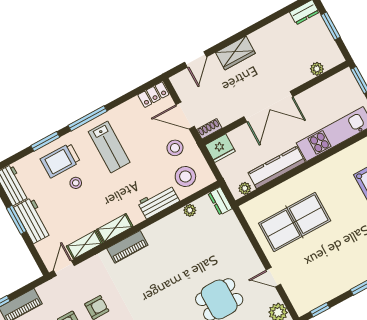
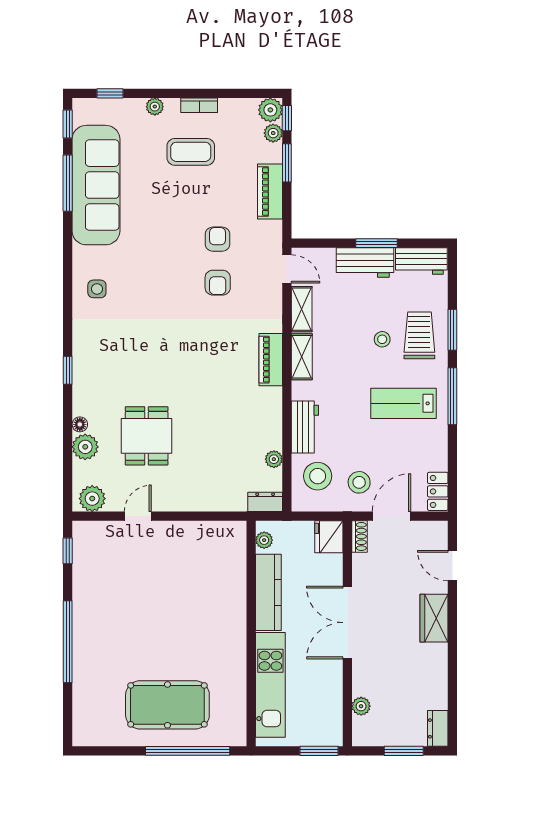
table tennis table: (295, 222) -> (191, 578), removed

